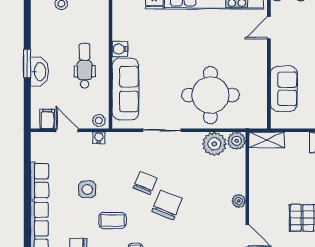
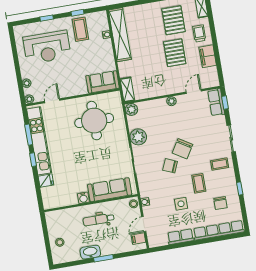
door: (269, 28) -> (52, 101), swing flipped
washbasin: (39, 72) -> (90, 252), moved
sofa: (284, 89) -> (103, 82), moved
round table: (210, 95) -> (94, 121), moved
plant: (214, 144) -> (138, 137), moved
chair: (167, 205) -> (182, 149), turned -80

